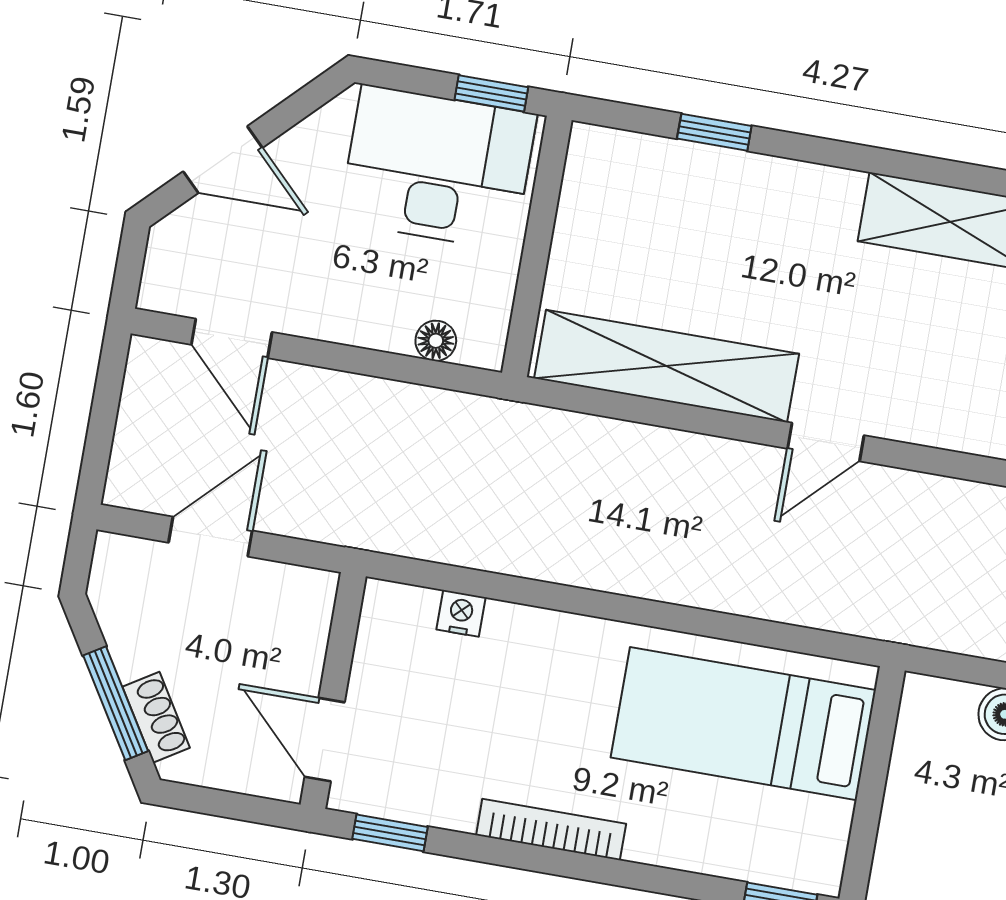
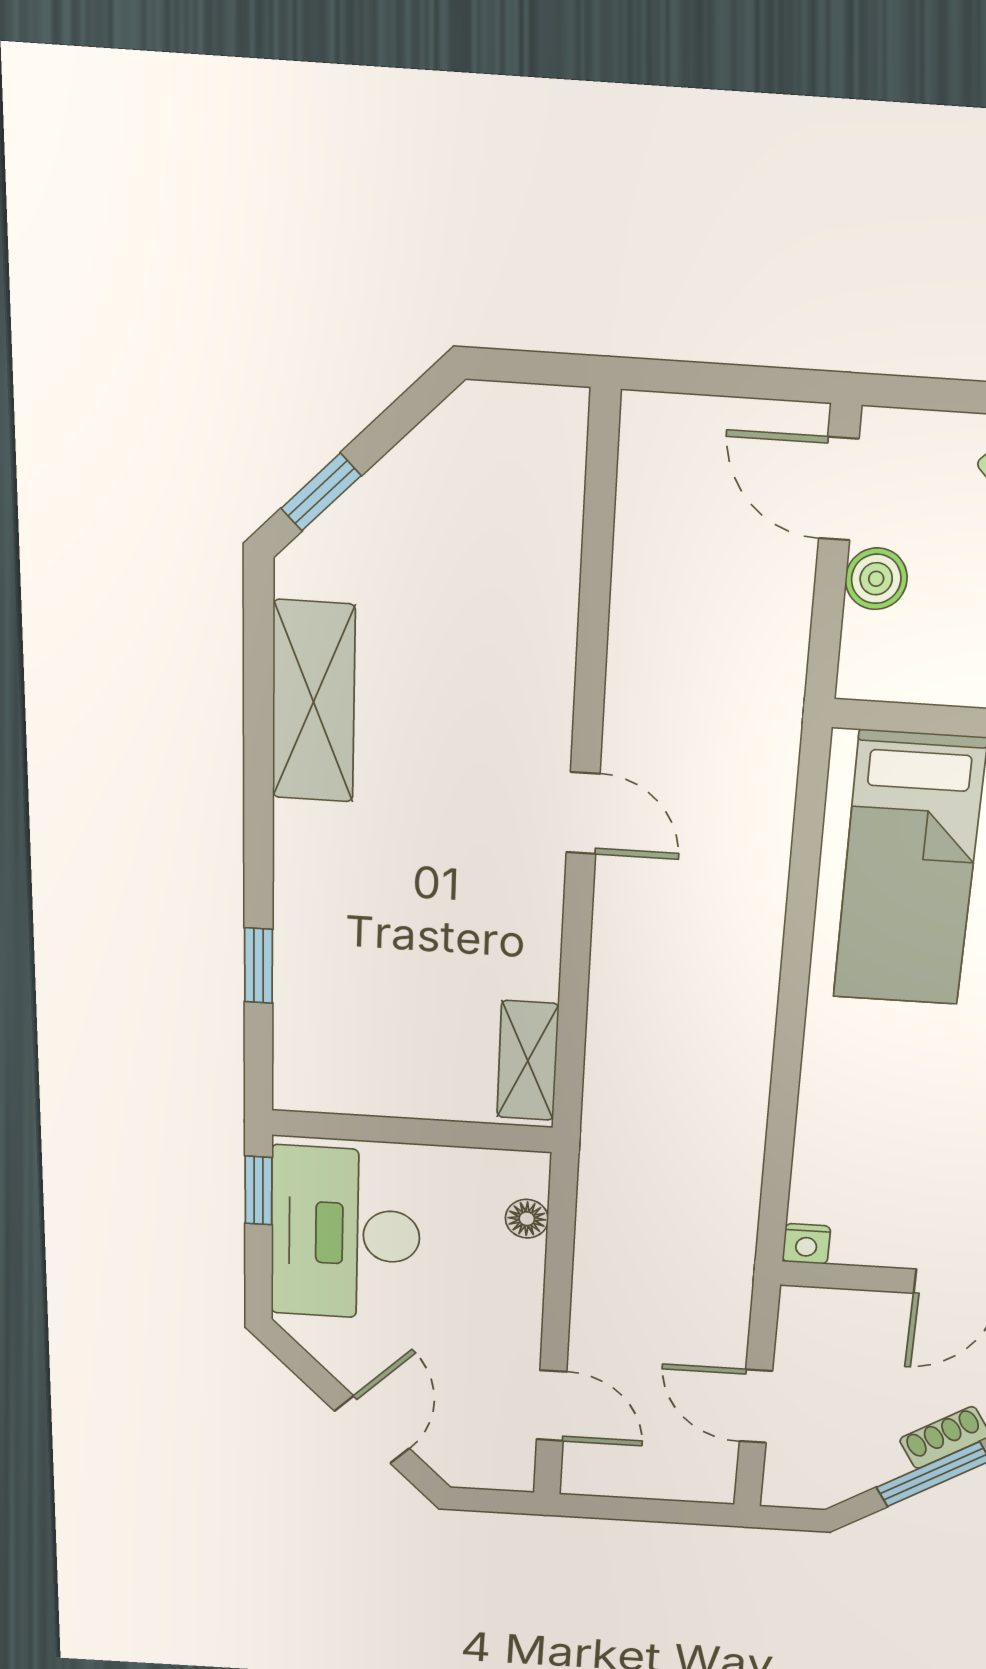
door: (232, 338) -> (552, 1406), hinge flipped
shelving: (667, 366) -> (528, 1061), width x0.45, depth x0.75
nightstand: (461, 613) -> (806, 1244), moved, turned -90

